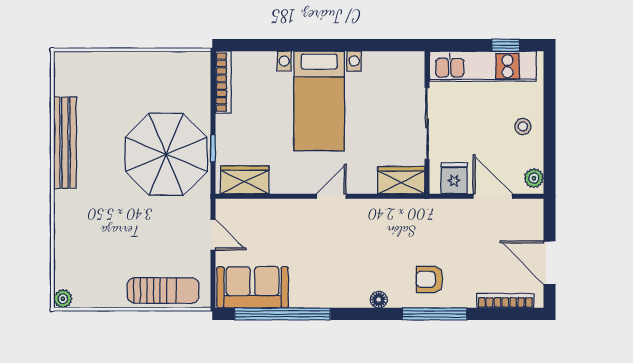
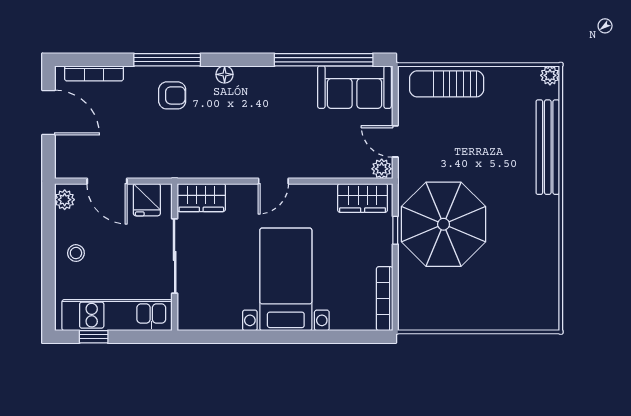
bench: (65, 143) -> (548, 147), moved
plant: (226, 208) -> (382, 169), added

